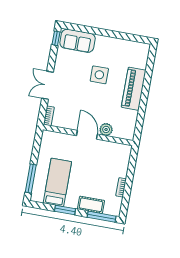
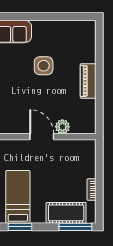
piano: (134, 89) -> (88, 81), width x0.73, depth x0.75
cot: (91, 205) -> (66, 213), width x1.37, depth x1.34
window: (65, 210) -> (20, 227), moved

